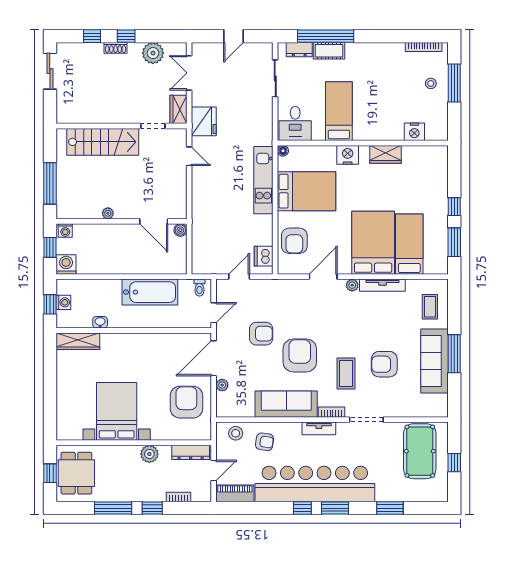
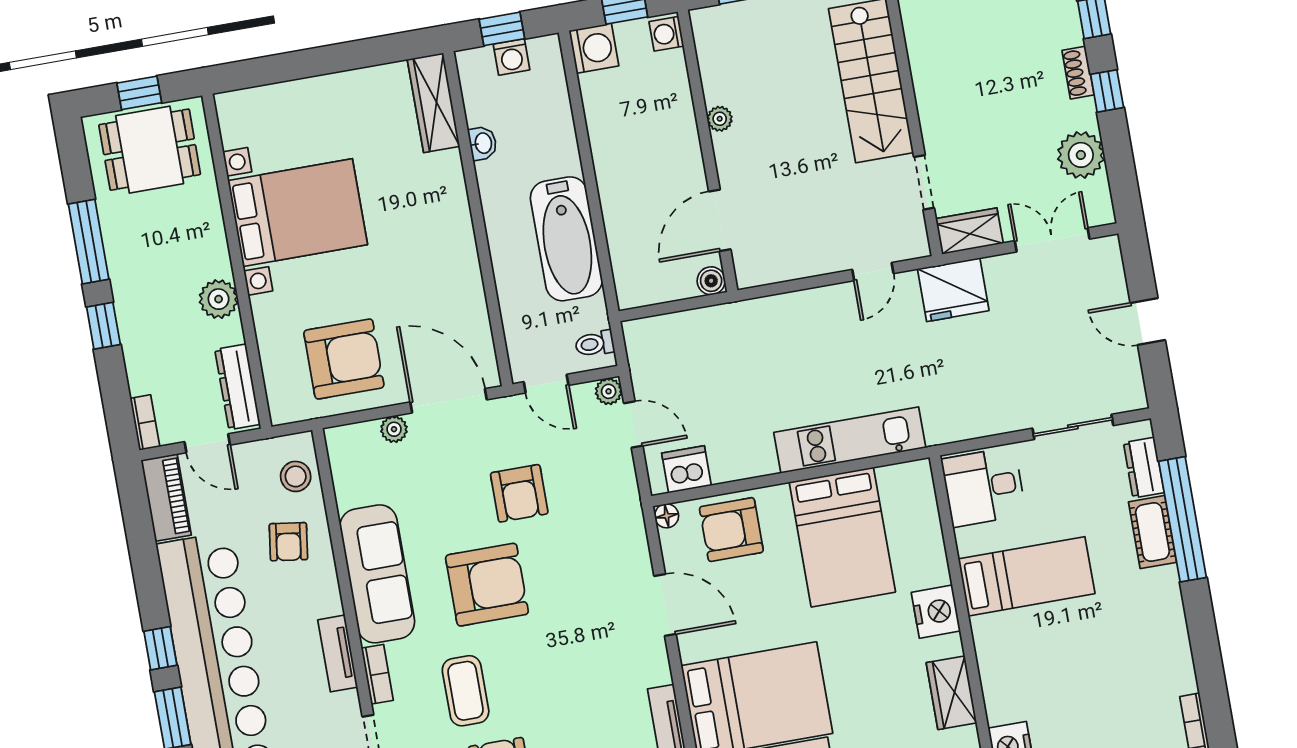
floor lamp: (283, 151) -> (667, 516), moved
plant: (352, 285) -> (609, 391), moved
coffee table: (346, 374) -> (466, 691), turned 90
bookcase: (178, 497) -> (145, 422), moved

